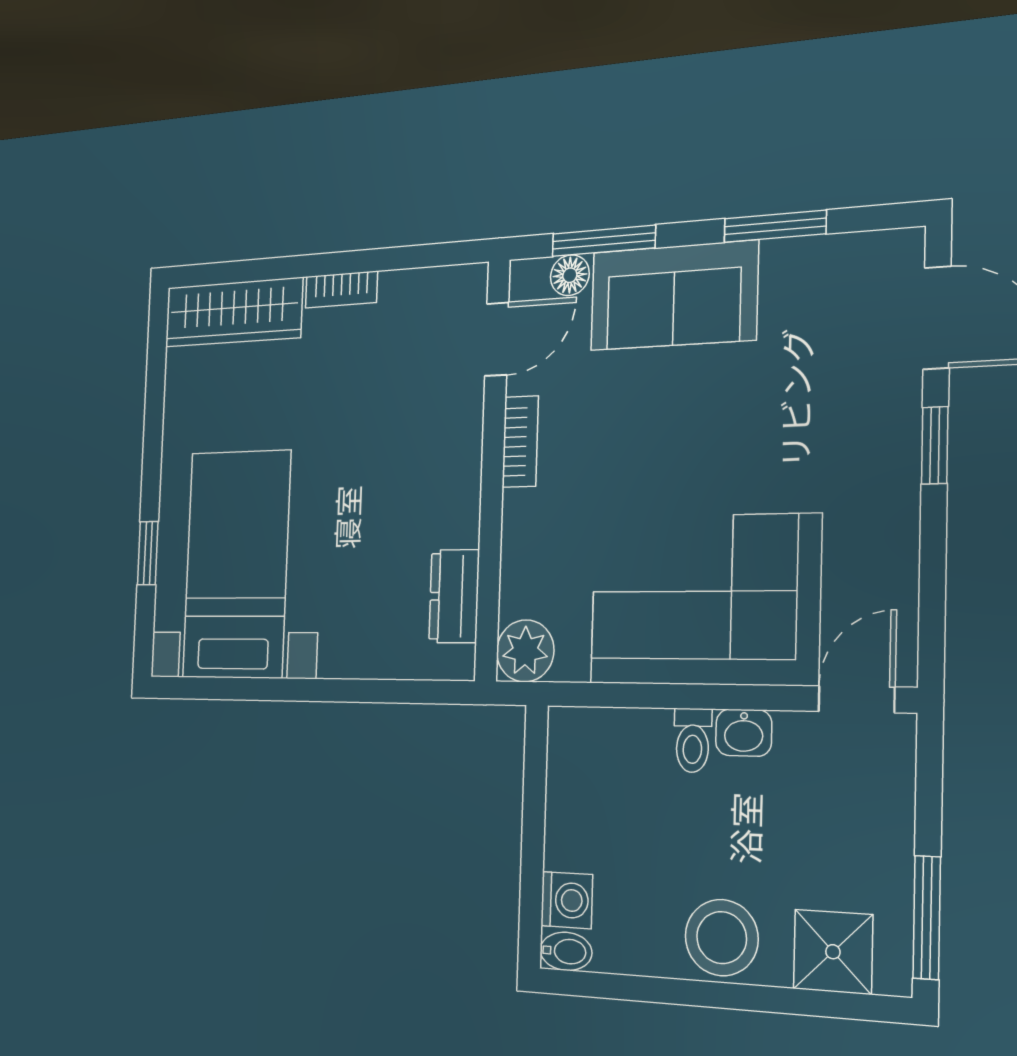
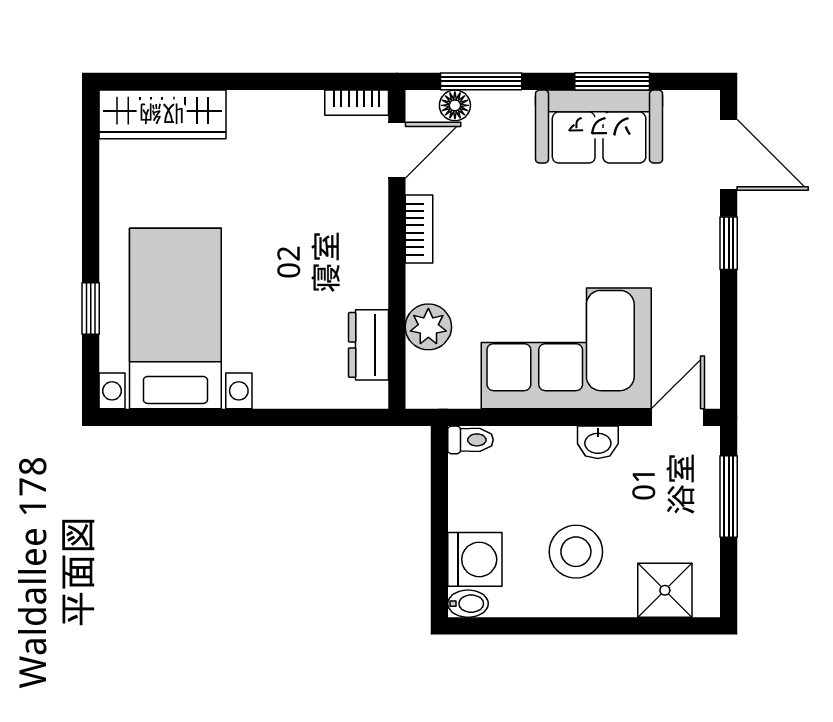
bookcase: (341, 289) -> (357, 103), moved
sofa: (674, 296) -> (599, 127), moved
plant: (525, 651) -> (428, 327), moved
toilet: (693, 740) -> (471, 440), moved, turned -90
washing machine: (567, 900) -> (475, 559), width x1.38, depth x1.38
window: (927, 917) -> (729, 497), moved
stool: (722, 938) -> (576, 552), moved

